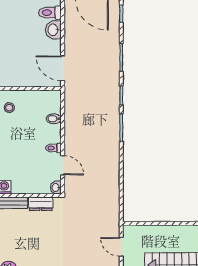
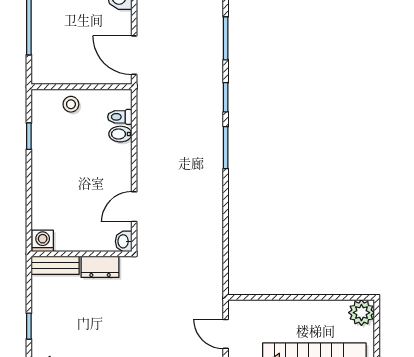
stool: (9, 108) -> (71, 104), moved
toilet: (53, 148) -> (120, 117), moved
door: (63, 165) -> (134, 207), swing flipped

